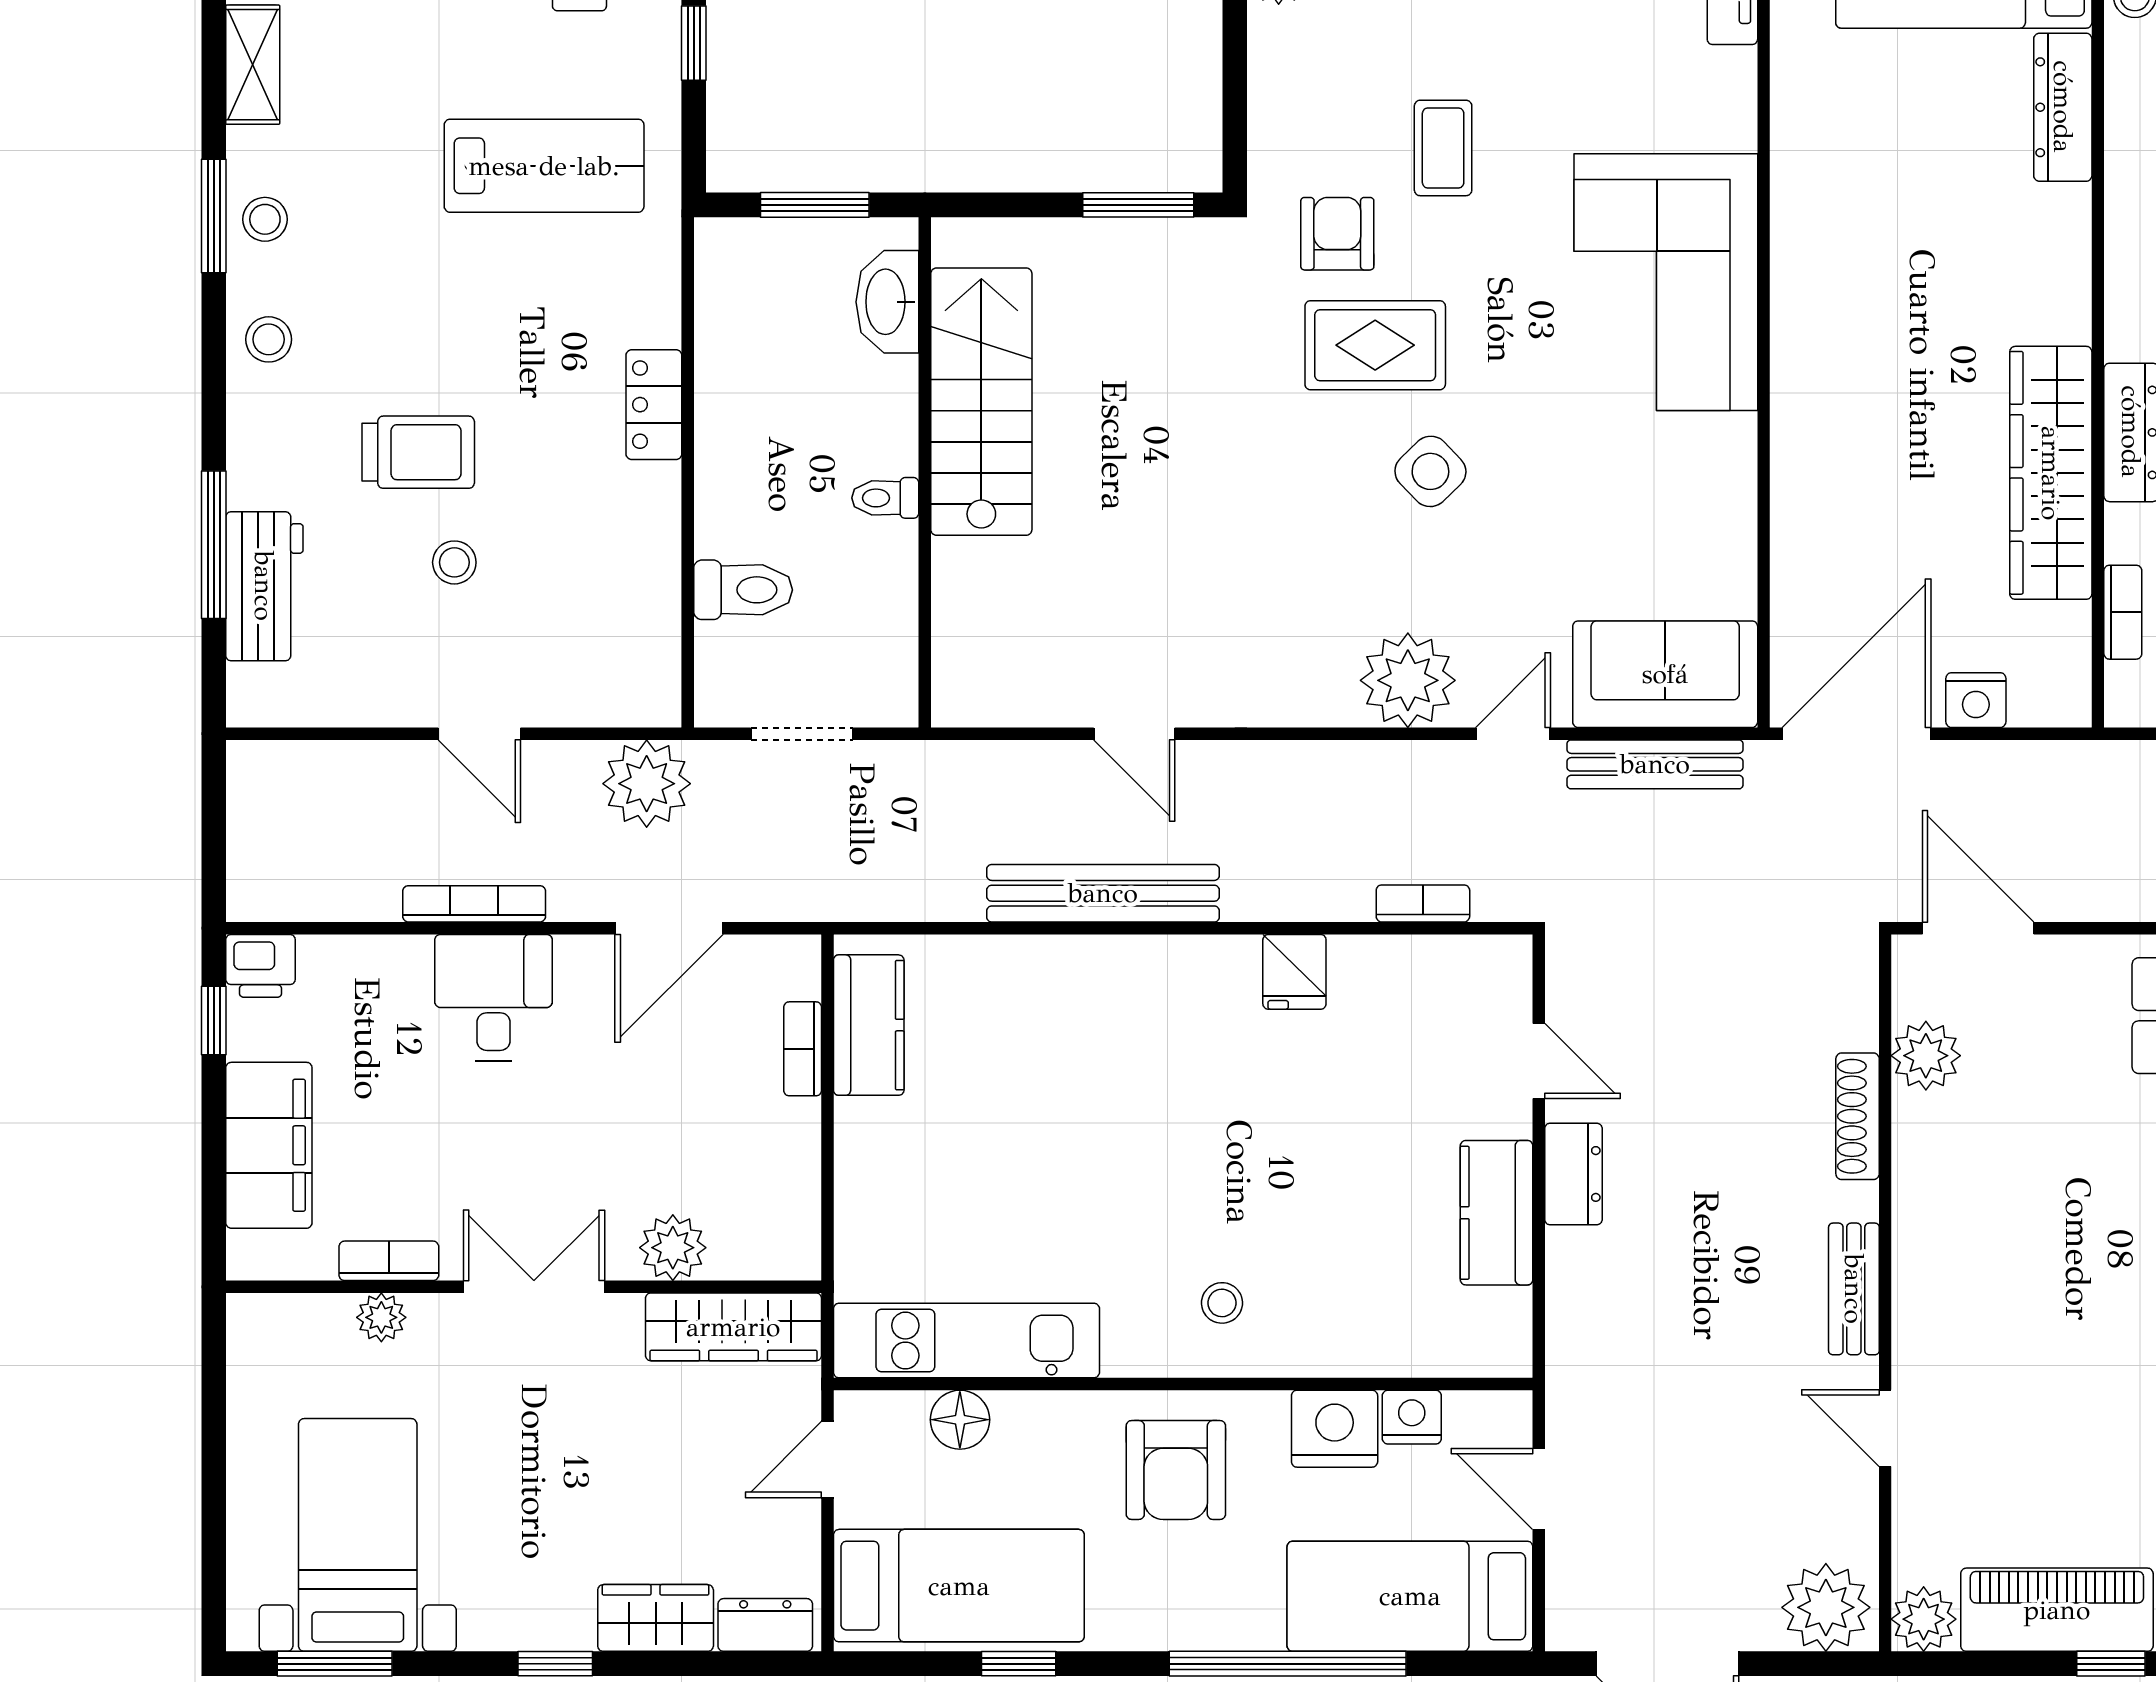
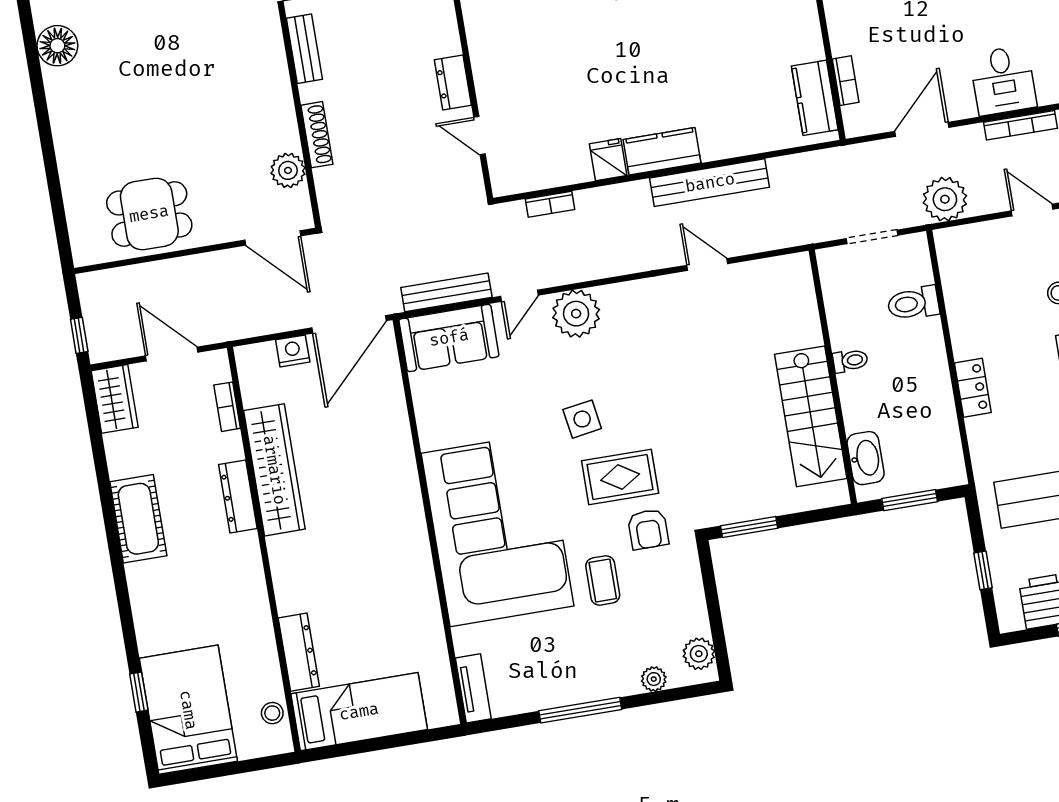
corner sofa: (1666, 282) -> (497, 530), width x1.36, depth x1.36
side table: (1430, 471) -> (582, 419), turned 35
kitchen counter: (1496, 1213) -> (662, 151), moved, turned -90

